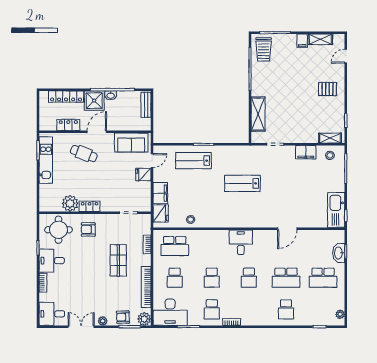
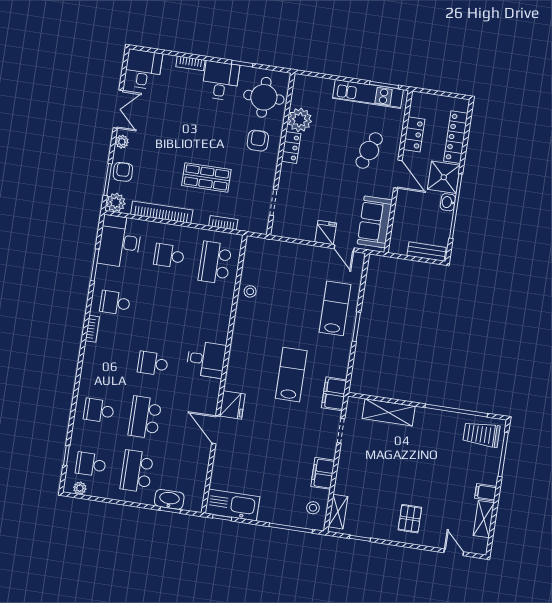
filing cabinet: (160, 193) -> (334, 394), moved, turned 90
fridge: (161, 213) -> (232, 405), moved, turned -90
school desk: (212, 278) -> (91, 464), moved

